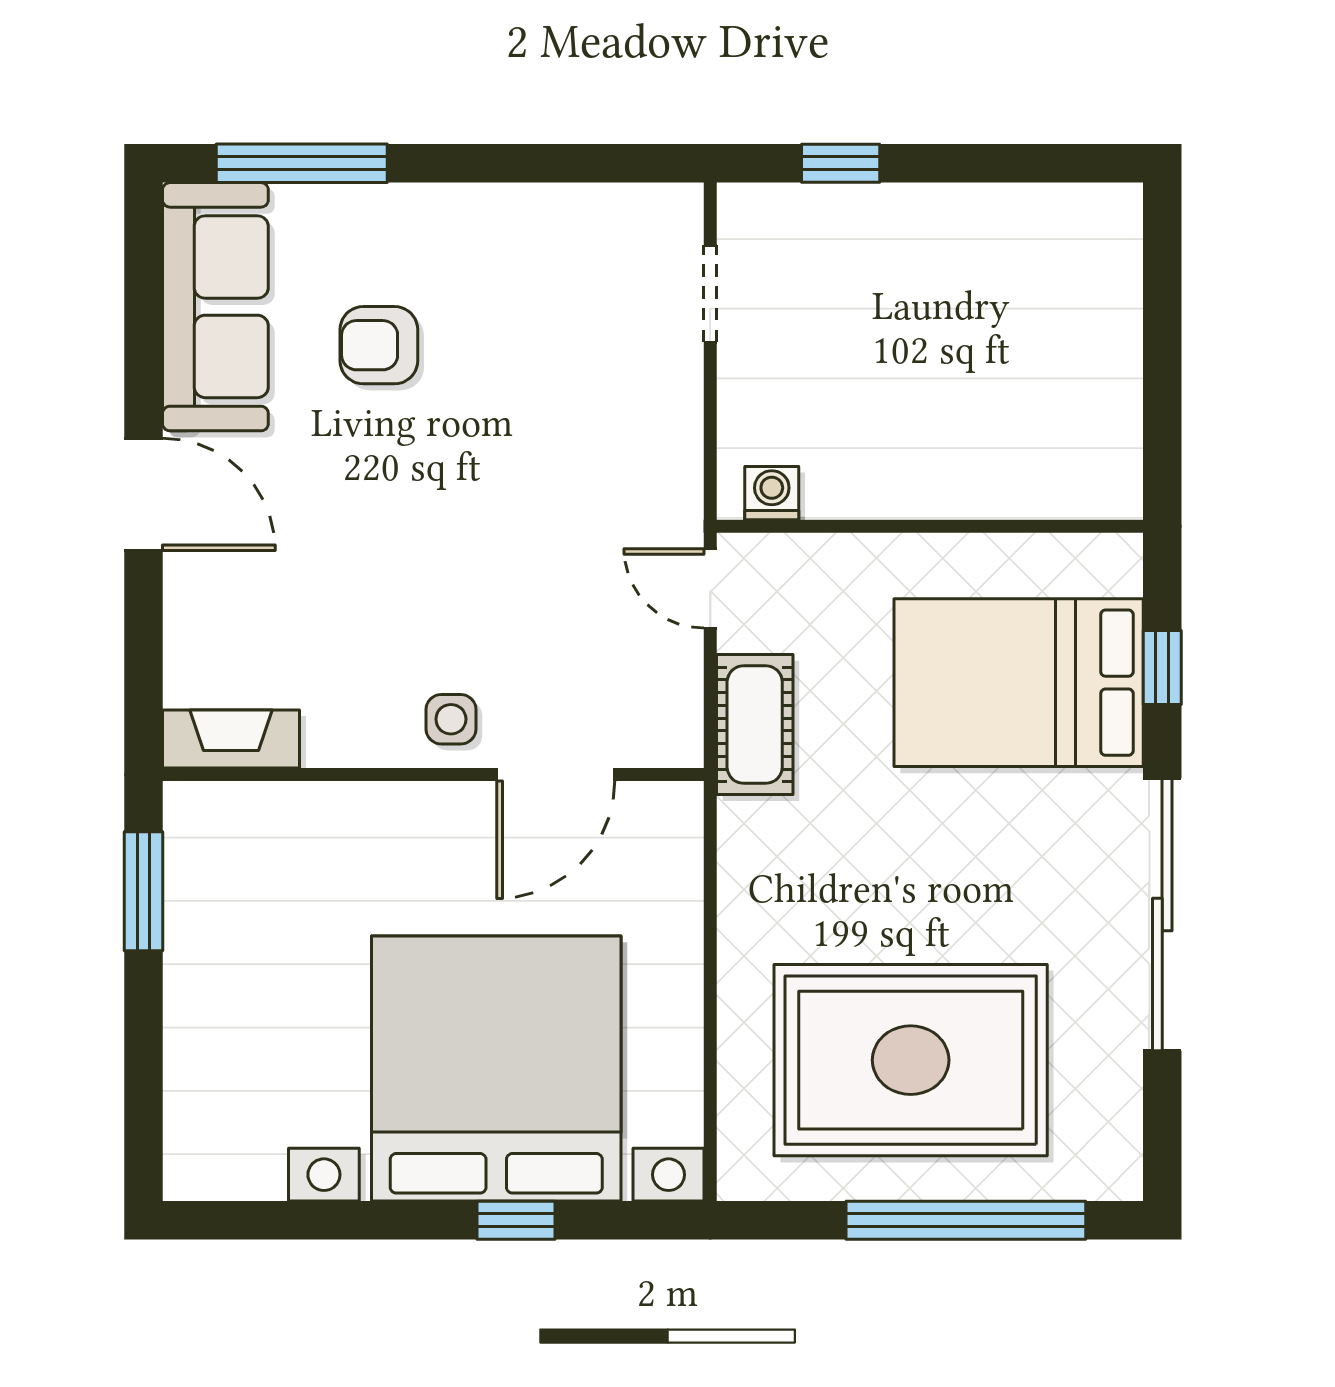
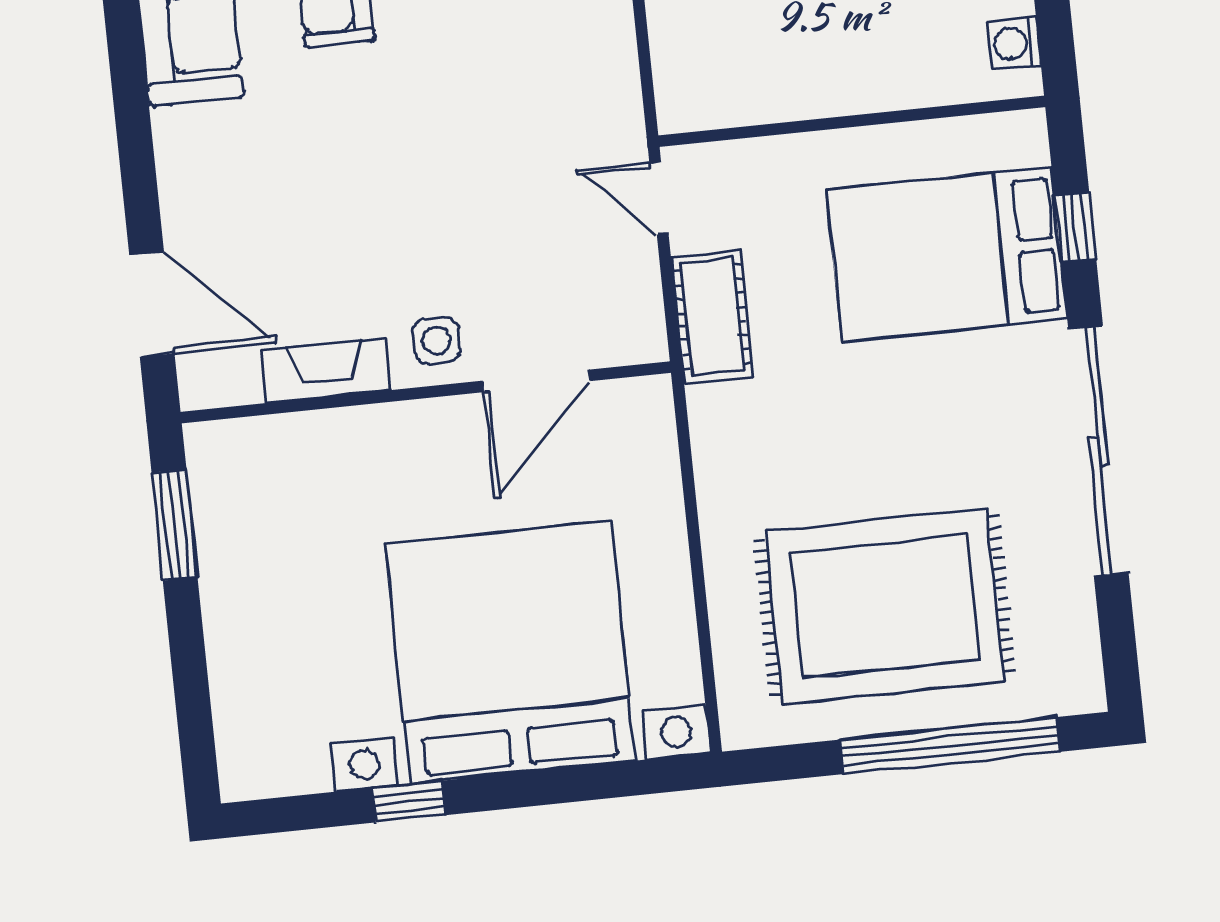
washing machine: (772, 493) -> (1014, 43), moved, turned -90
door: (144, 494) -> (152, 304), moved
fireplace: (231, 739) -> (326, 370), moved
window: (516, 1220) -> (409, 801), moved

